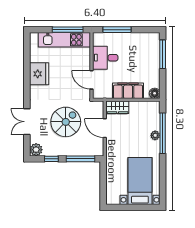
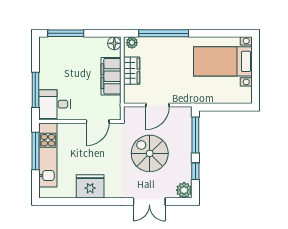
desk: (105, 58) -> (54, 104), moved, turned 90
wardrobe: (118, 107) -> (132, 71), moved
plant: (155, 135) -> (132, 43), moved

